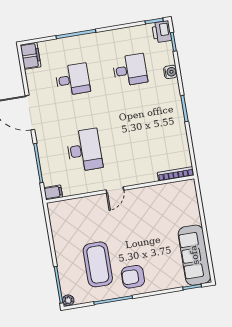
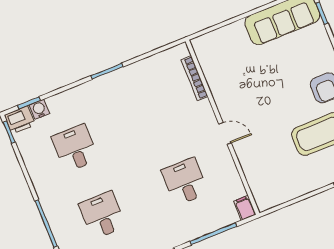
water cooler: (170, 72) -> (39, 109), moved
desk: (84, 150) -> (185, 182), width x0.73
bookcase: (176, 174) -> (194, 78), moved

